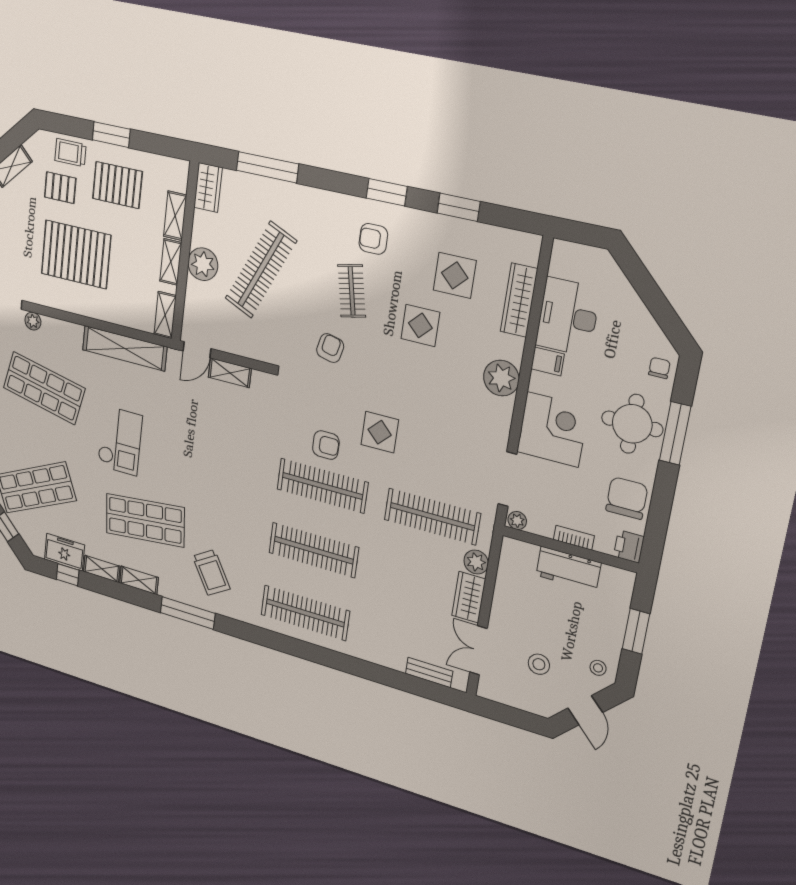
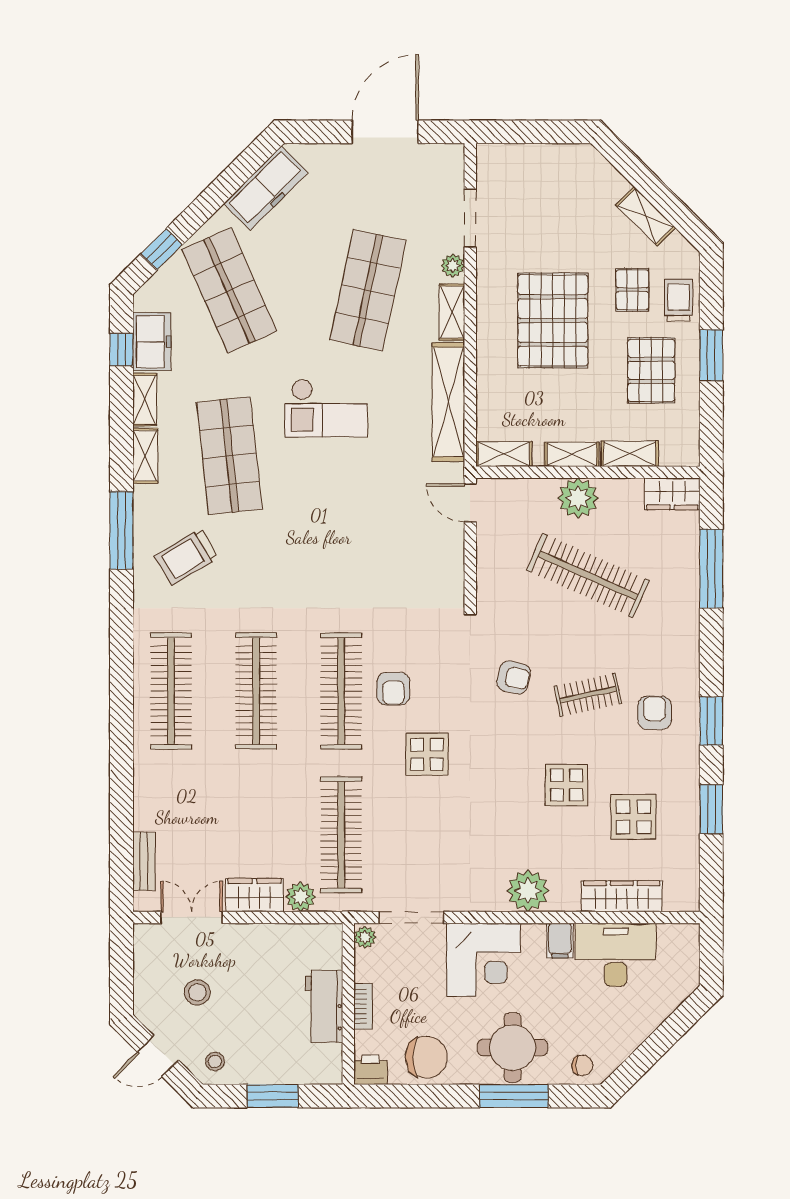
shelving: (230, 373) -> (452, 312), moved

